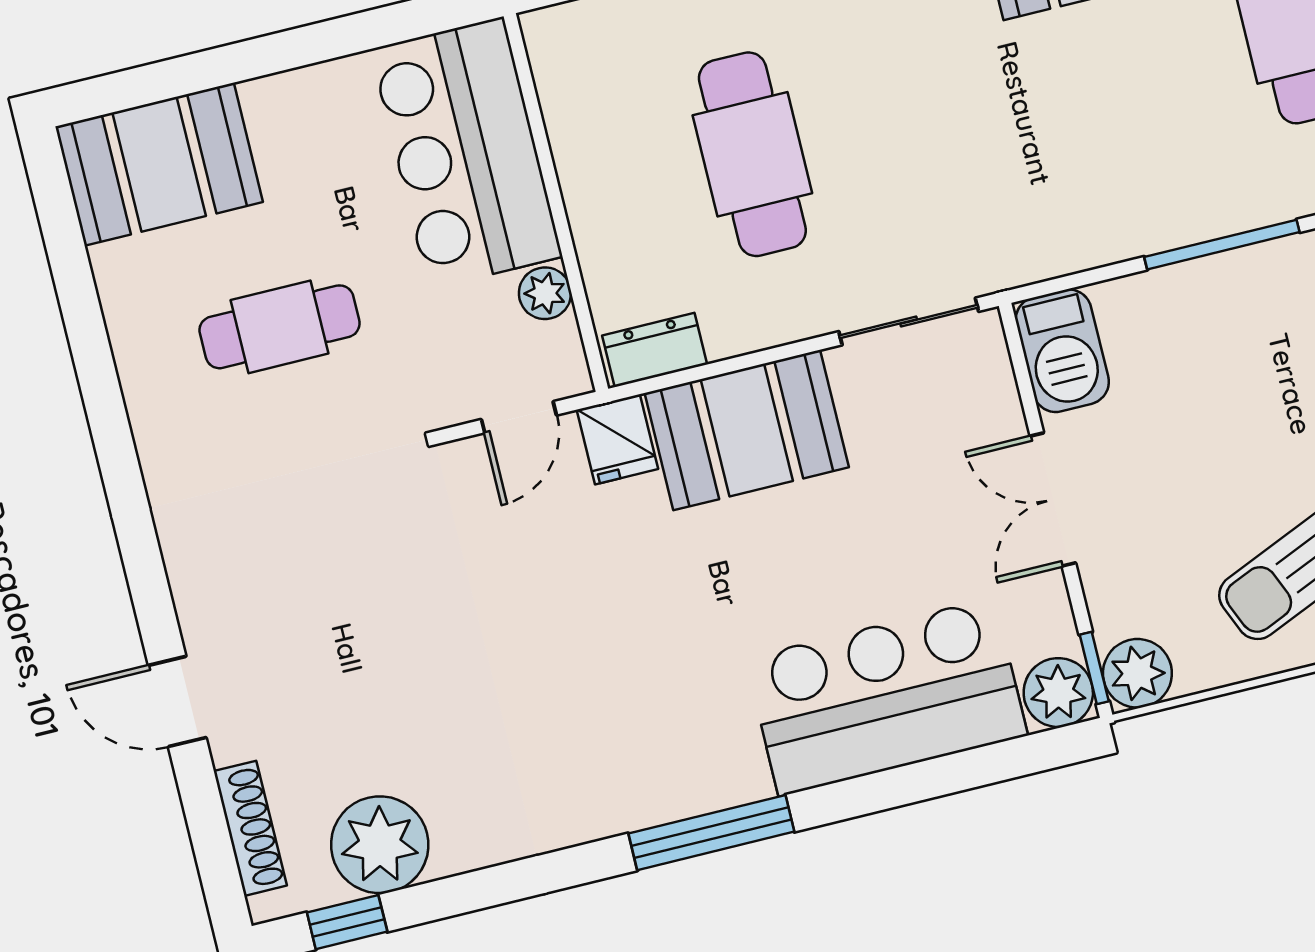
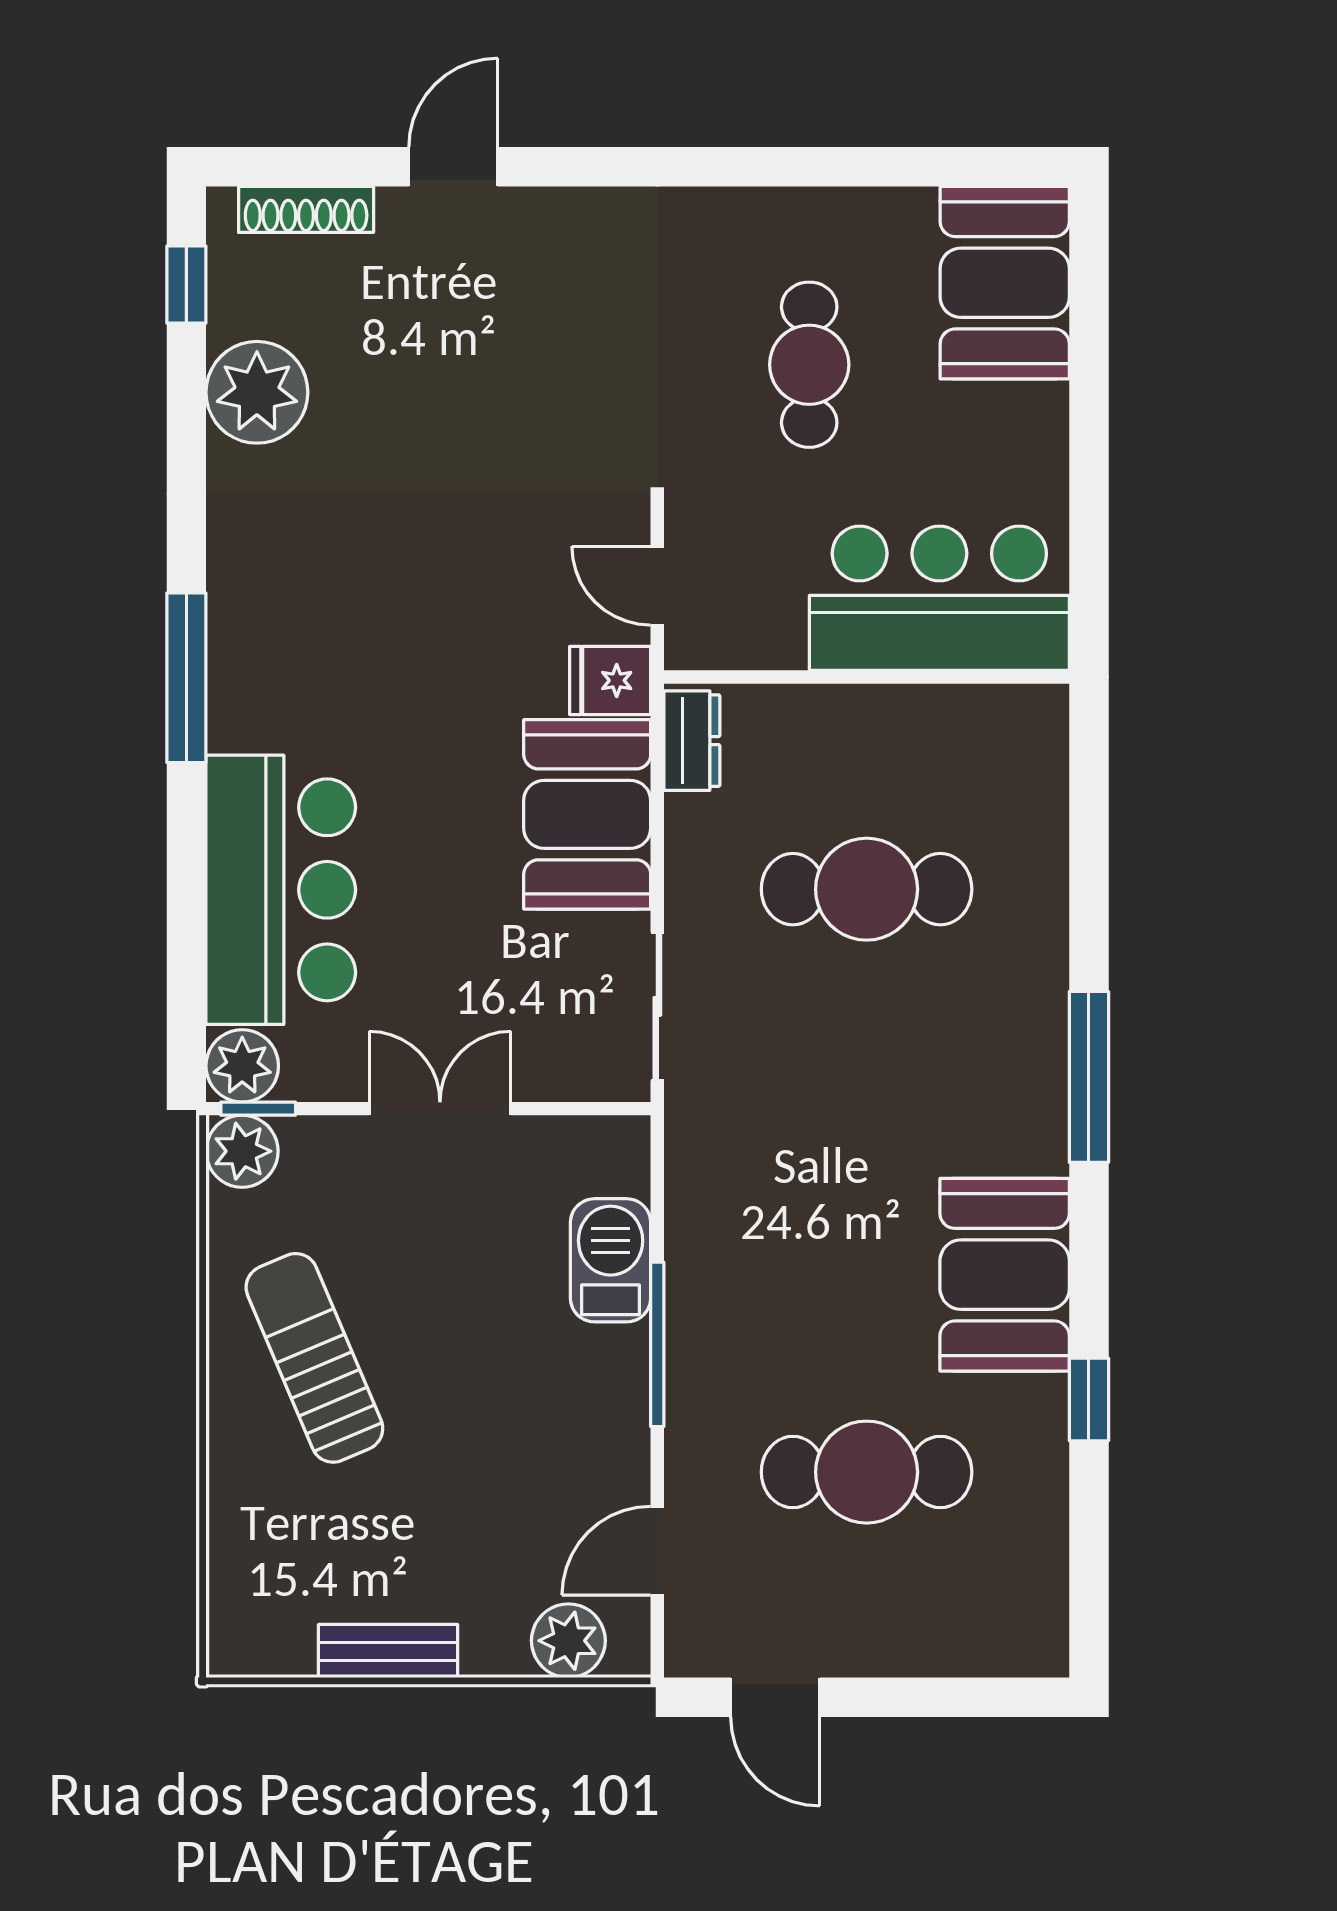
plant: (545, 293) -> (777, 643), removed
barbecue: (1062, 351) -> (611, 1260), moved, turned 90
plant: (380, 845) -> (257, 392), moved

